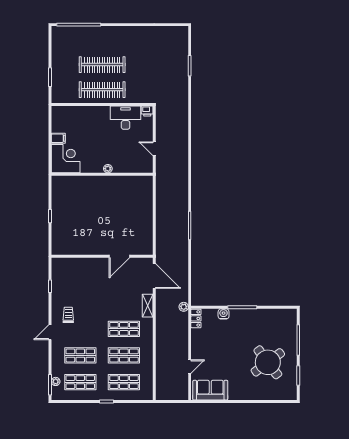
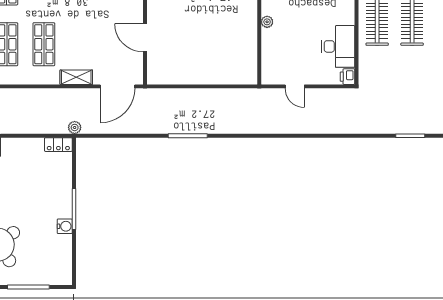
door: (154, 149) -> (295, 86), swing flipped
water cooler: (224, 314) -> (65, 226), moved

